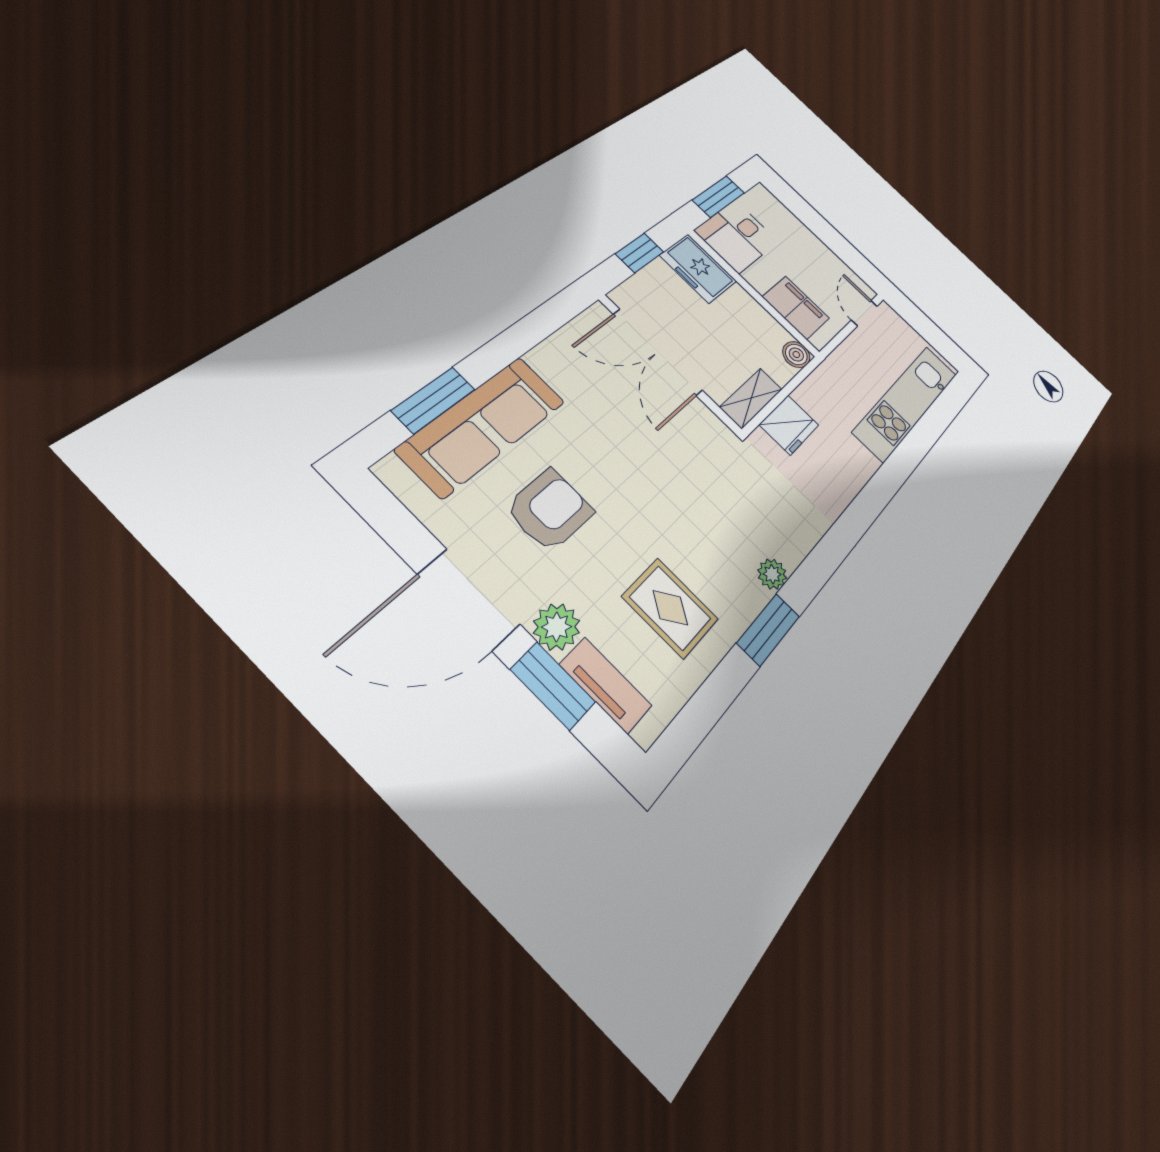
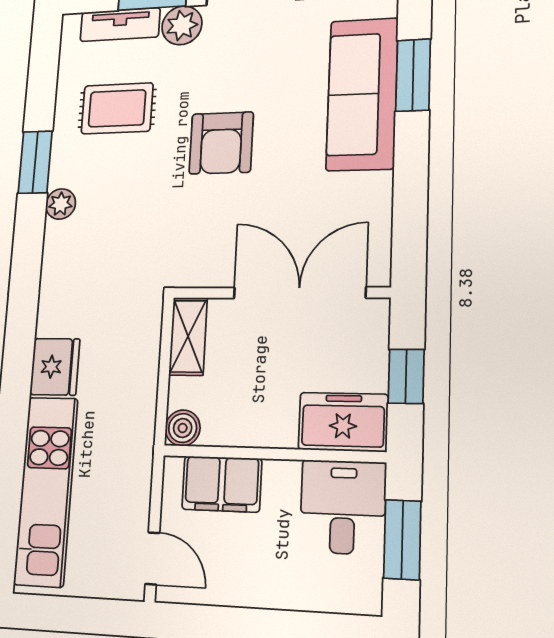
fridge: (789, 425) -> (55, 367), moved, turned 180
armchair: (550, 510) -> (221, 143), moved

